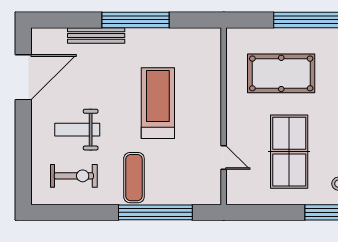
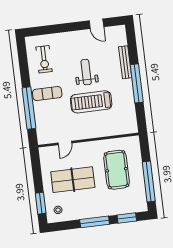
door: (23, 77) -> (96, 24), width x0.53
treadmill: (158, 103) -> (91, 102), turned 180
weight bench: (77, 130) -> (86, 72), moved

